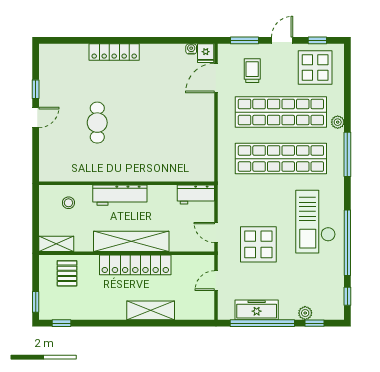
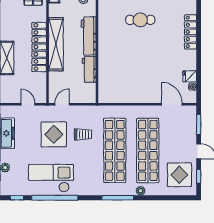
fridge: (206, 53) -> (190, 76), moved
trolley: (252, 71) -> (83, 134), moved
workbench: (196, 195) -> (89, 69), moved
checkout: (316, 222) -> (51, 178), moved

